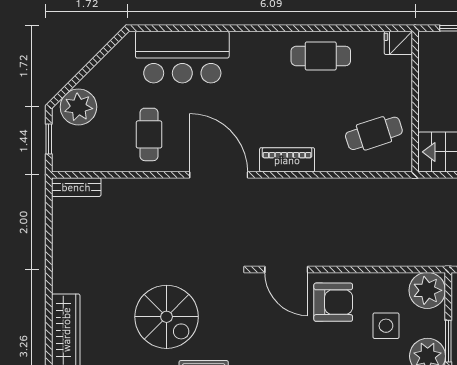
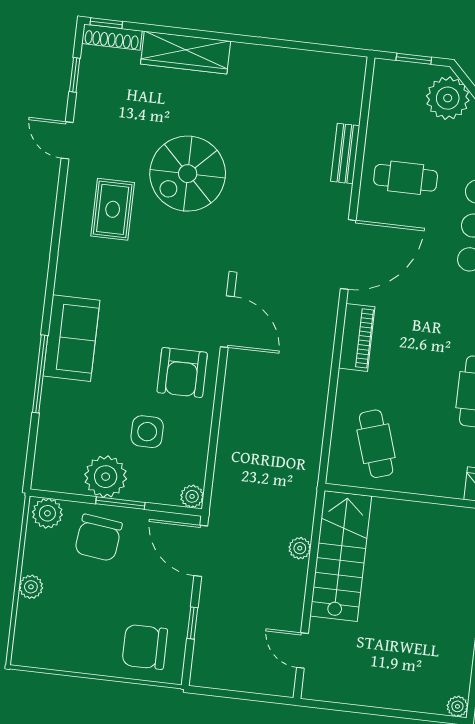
bench: (76, 187) -> (345, 154), moved
door: (286, 269) -> (227, 322), swing flipped
plant: (427, 290) -> (192, 496), width x0.53, depth x0.53

